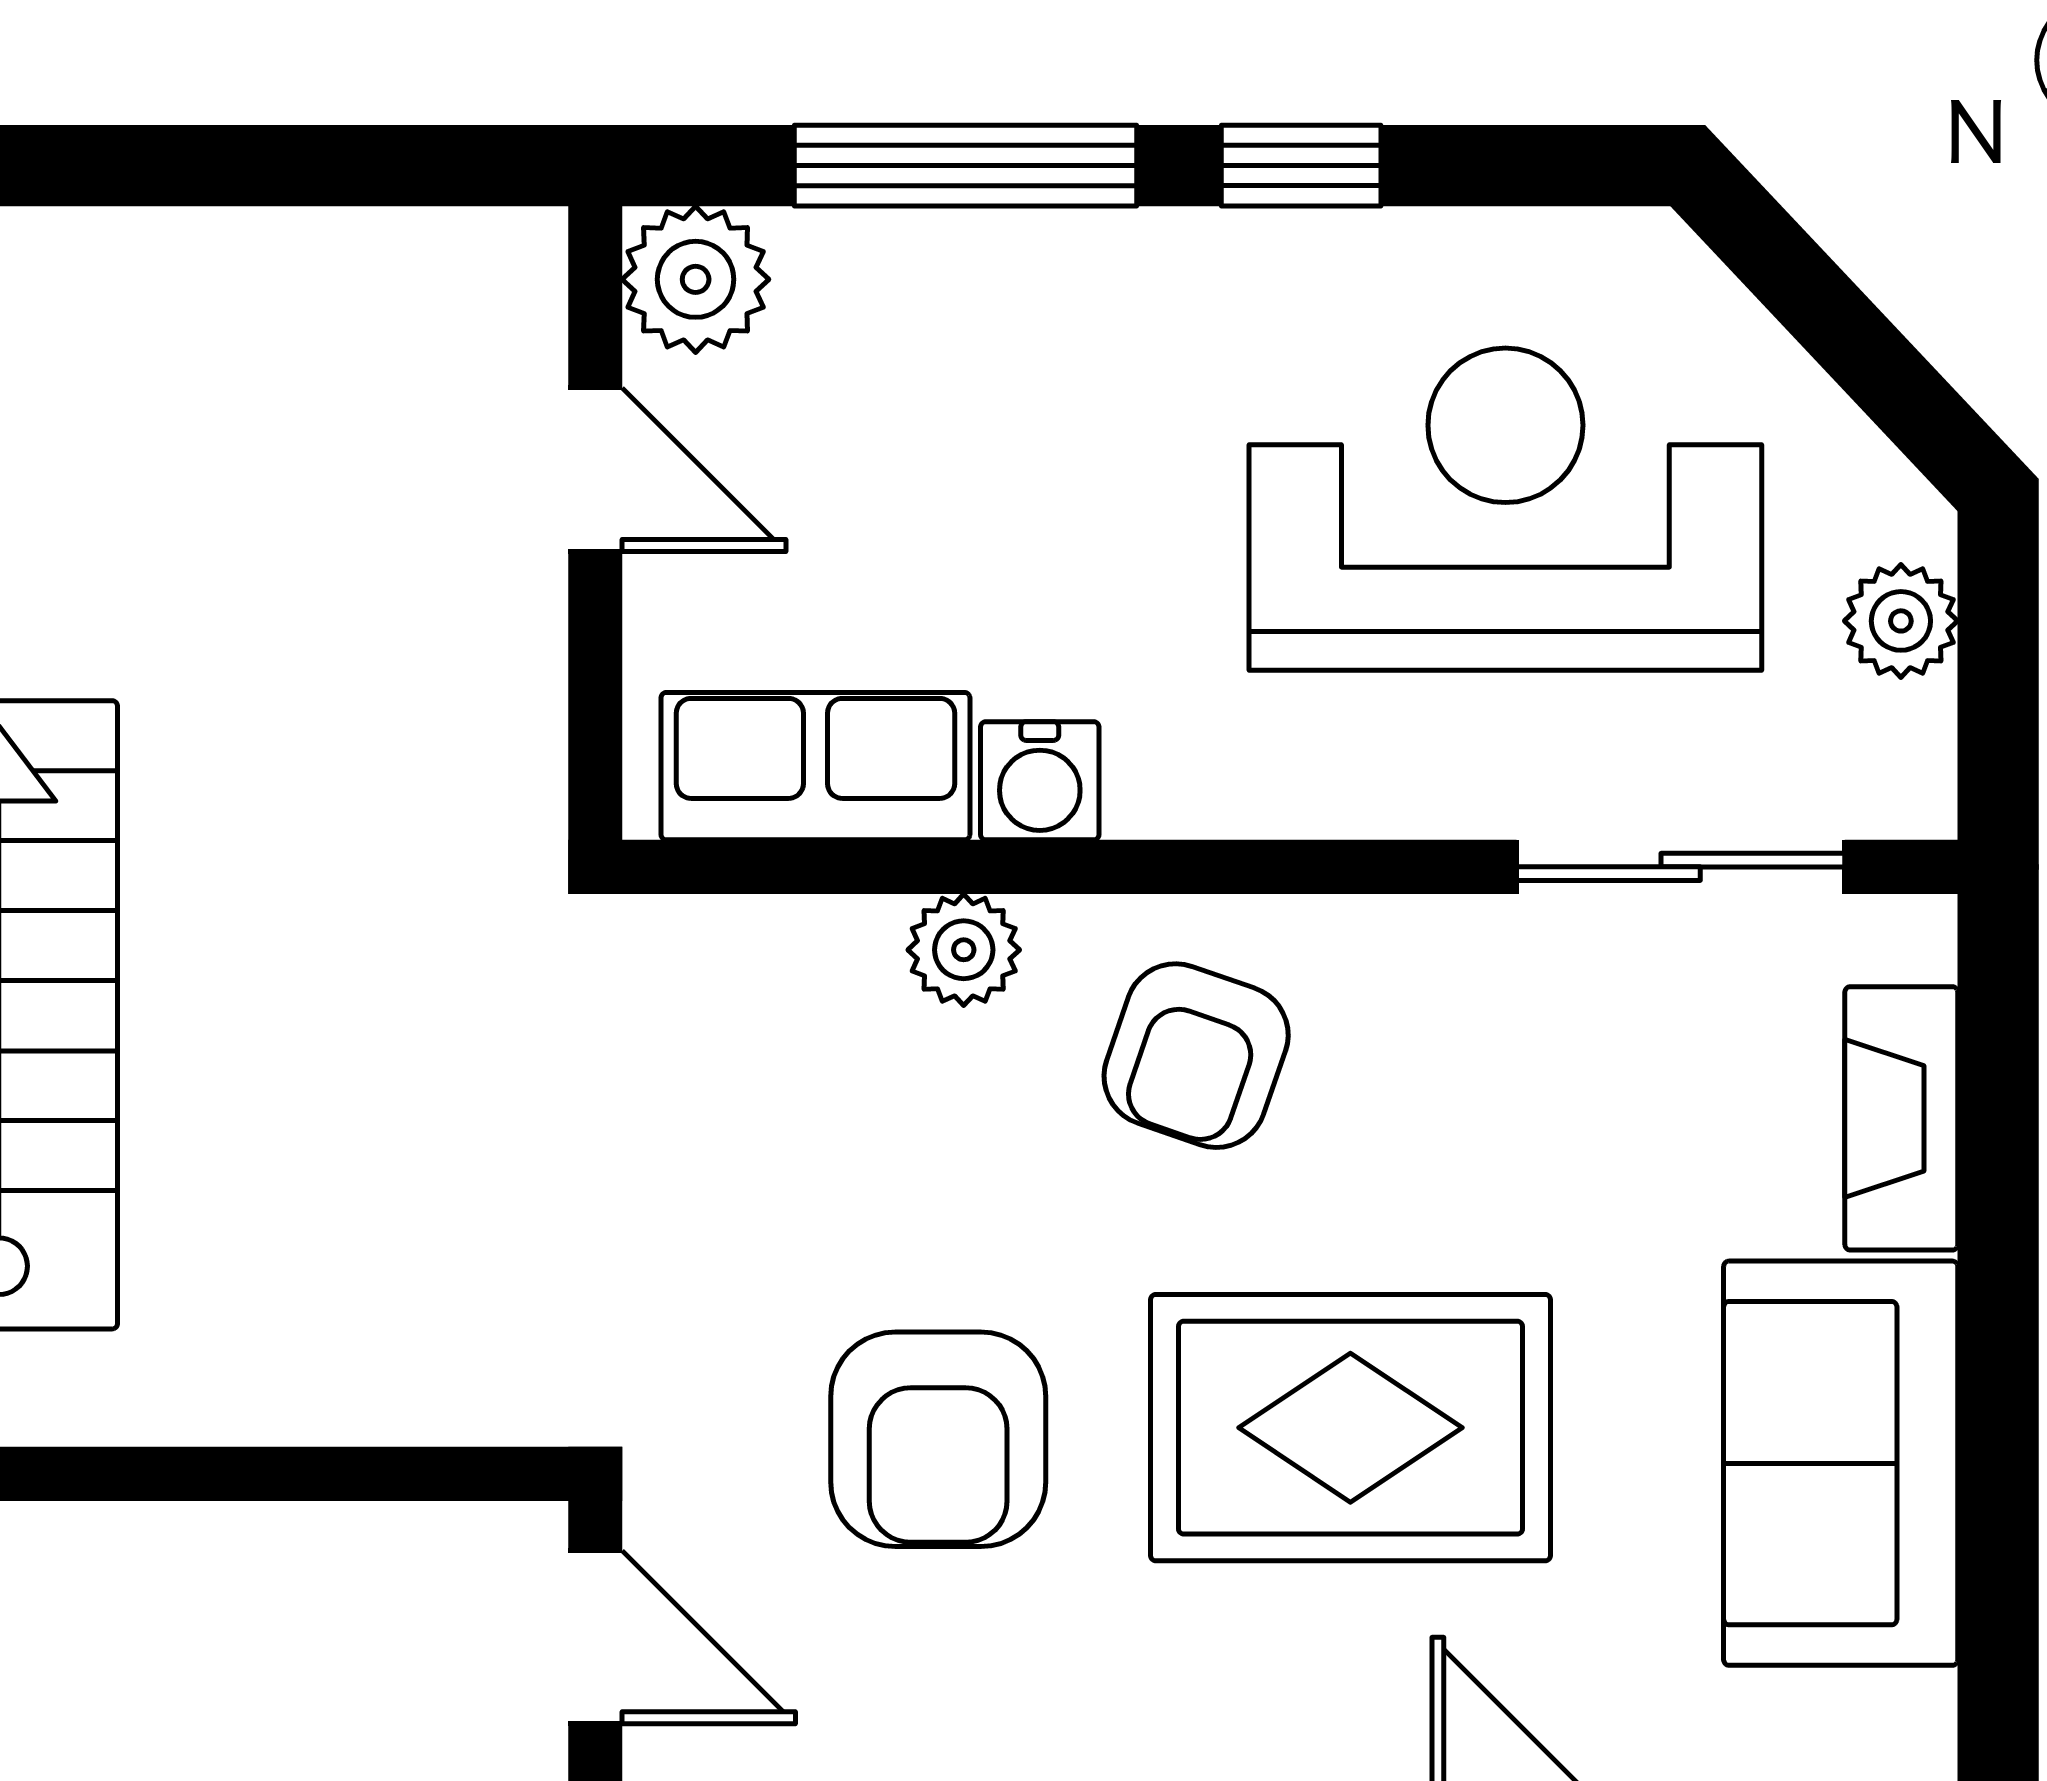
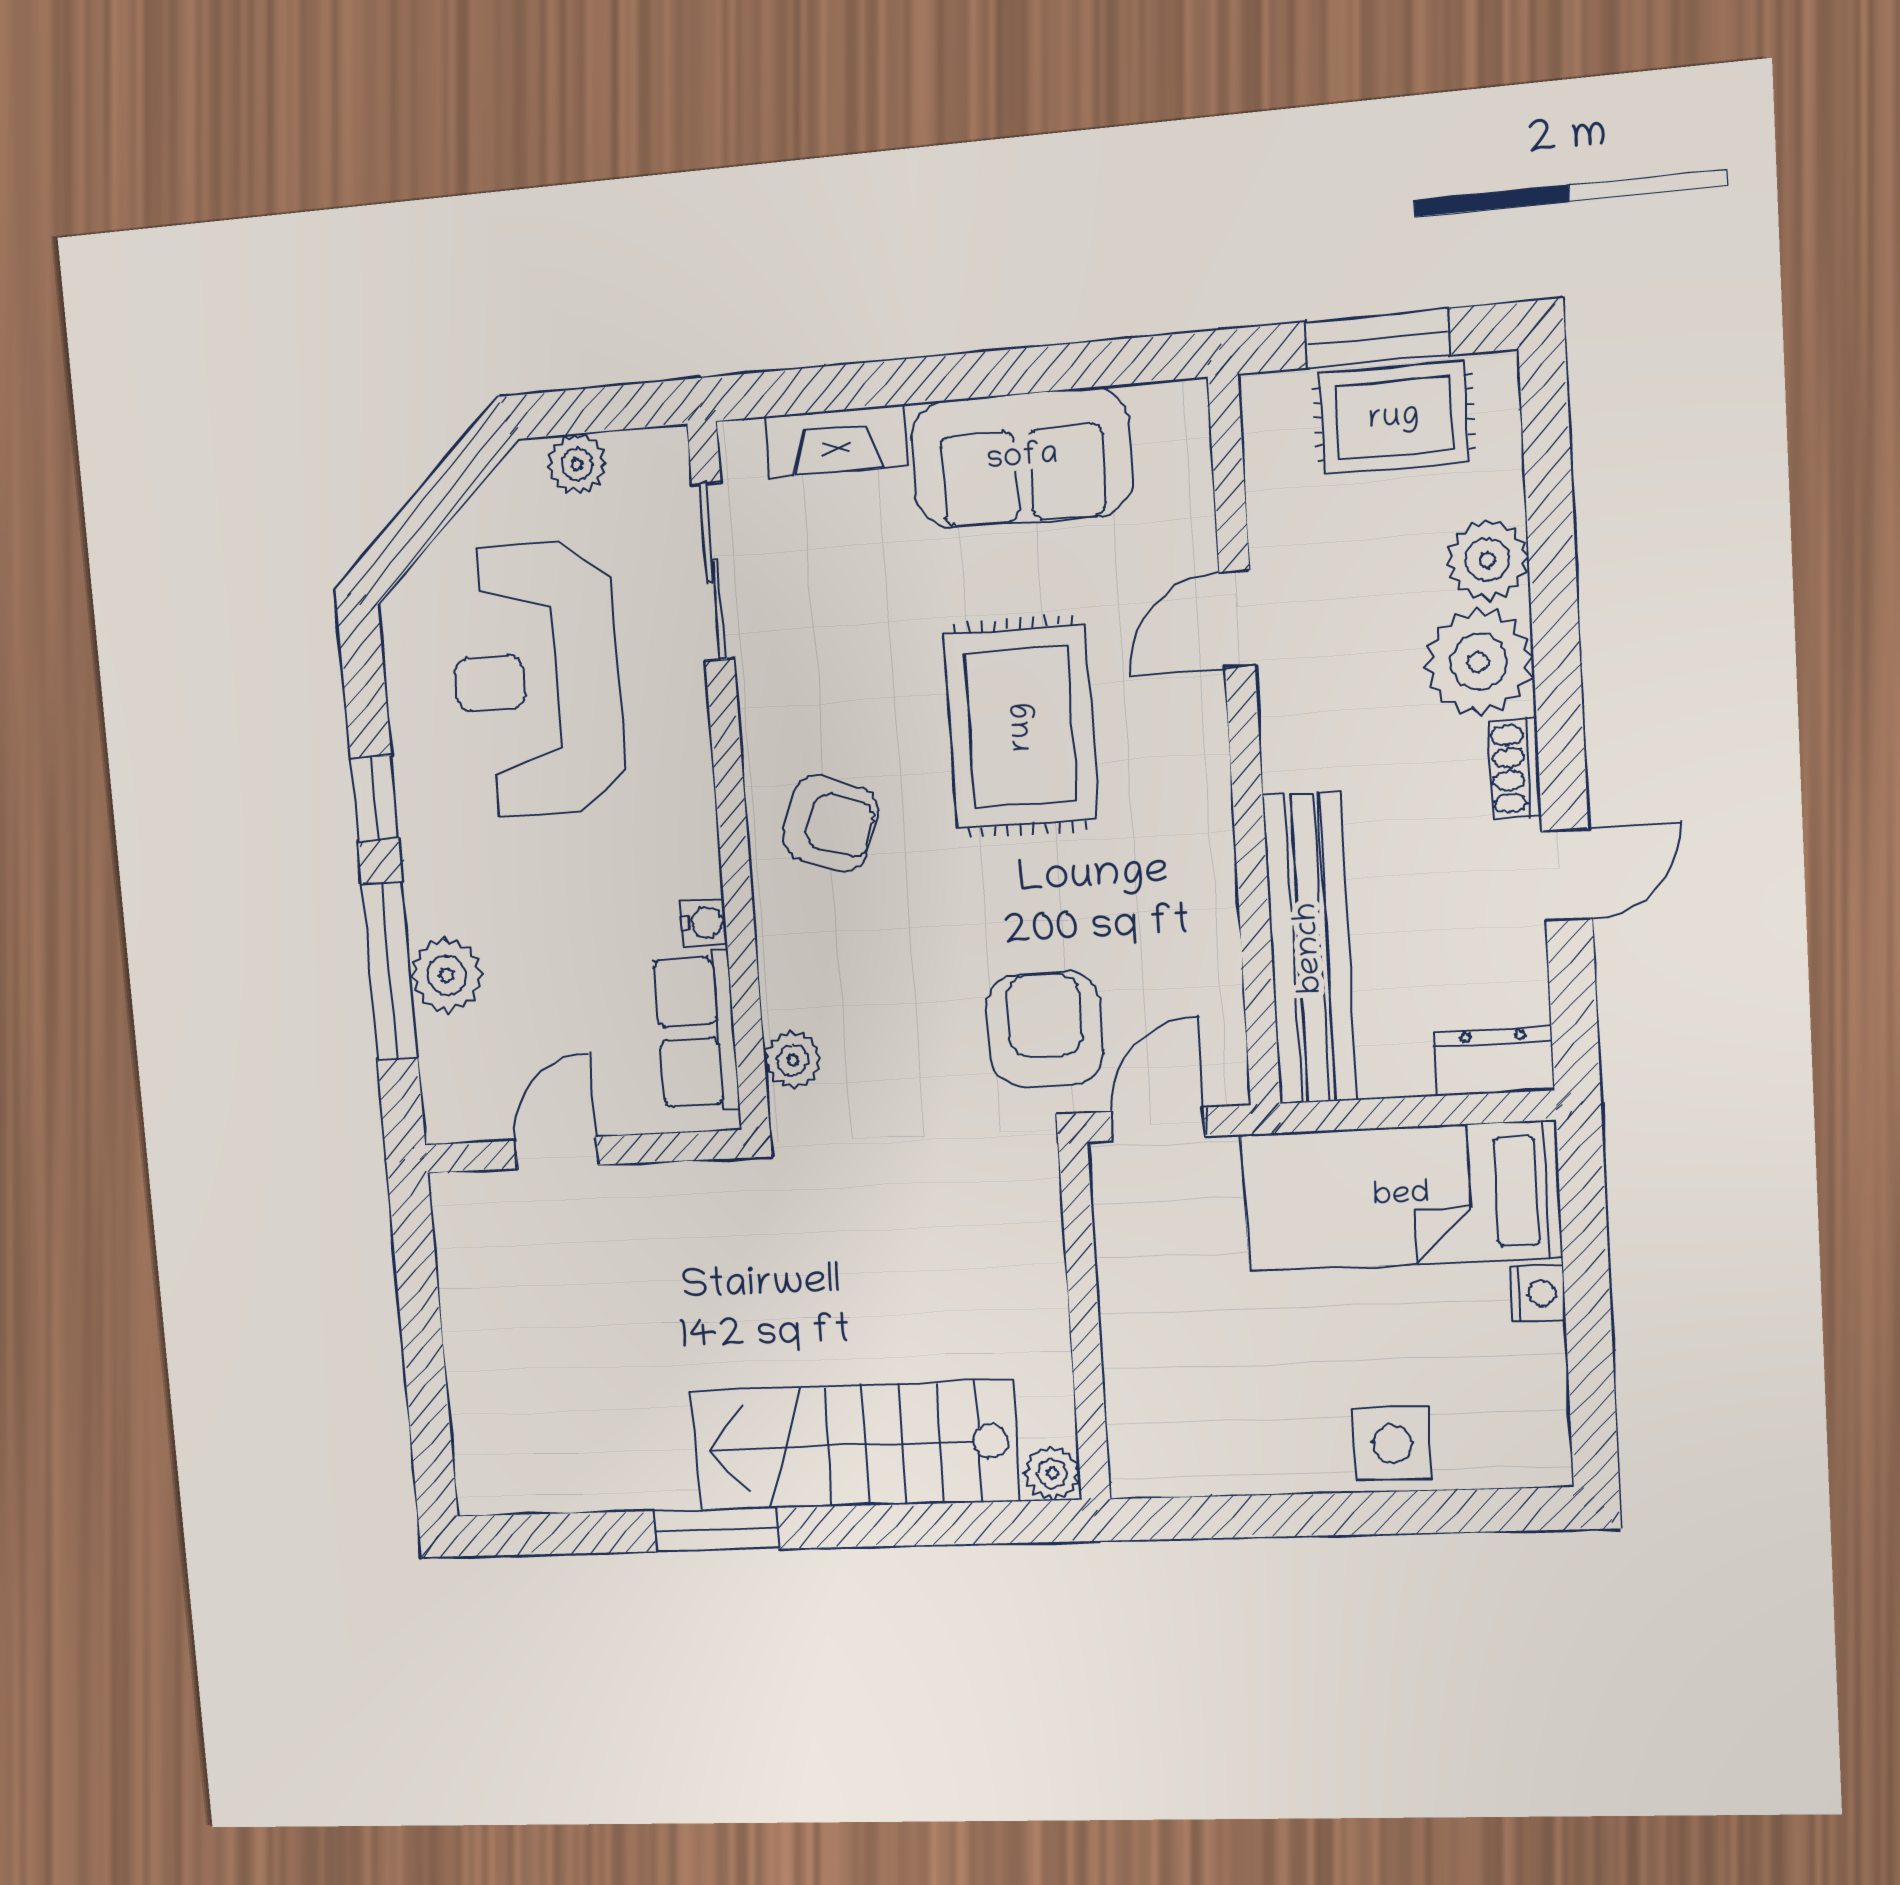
plant: (696, 279) -> (446, 975), moved
water cooler: (1040, 781) -> (704, 923), width x0.72, depth x0.72
plant: (964, 950) -> (793, 1060), moved
armchair: (938, 1439) -> (1045, 1029), moved, turned -90

